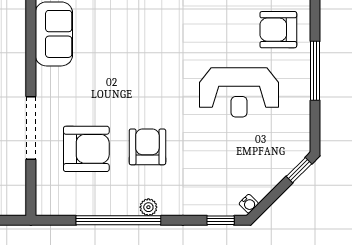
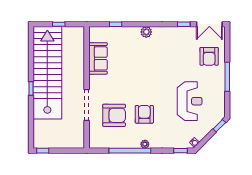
armchair: (278, 30) -> (209, 56), turned -90
reception desk: (239, 92) -> (190, 101), moved, turned -90

